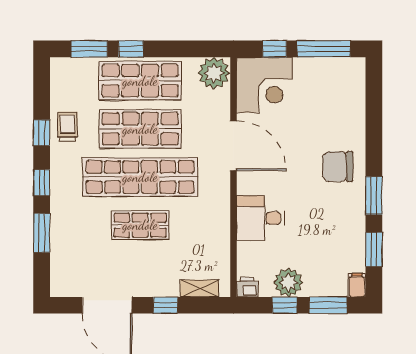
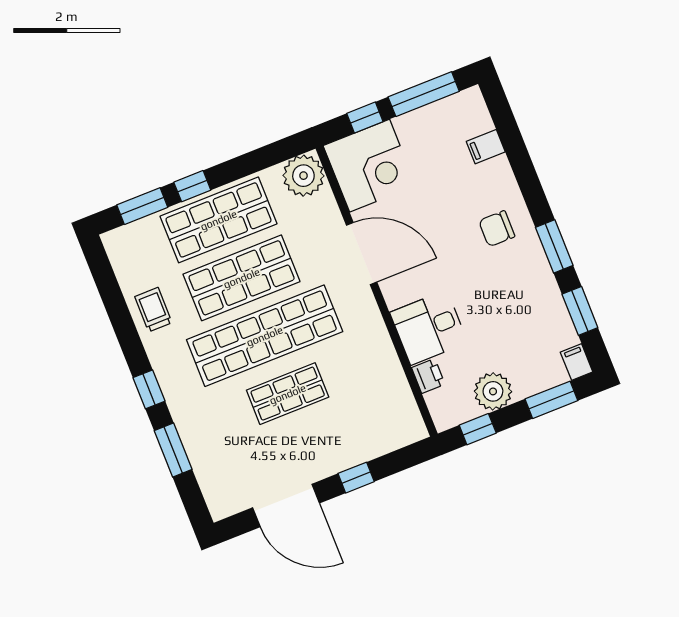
filing cabinet: (353, 104) -> (486, 147), added
window: (42, 133) -> (125, 330), removed
chair: (338, 167) -> (497, 229), width x0.73, depth x0.73
printer: (247, 287) -> (428, 376), moved, turned 90
shelving: (200, 288) -> (389, 441), removed
window: (285, 305) -> (478, 429), moved

